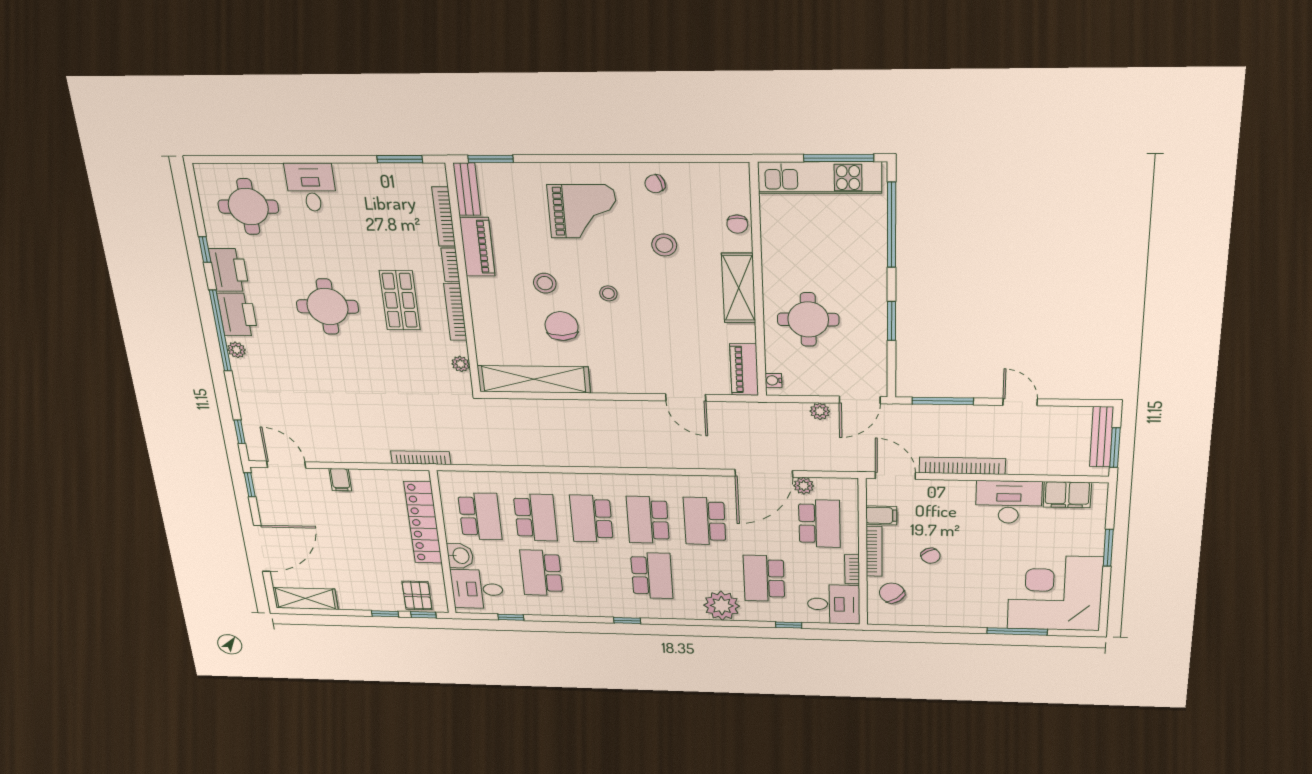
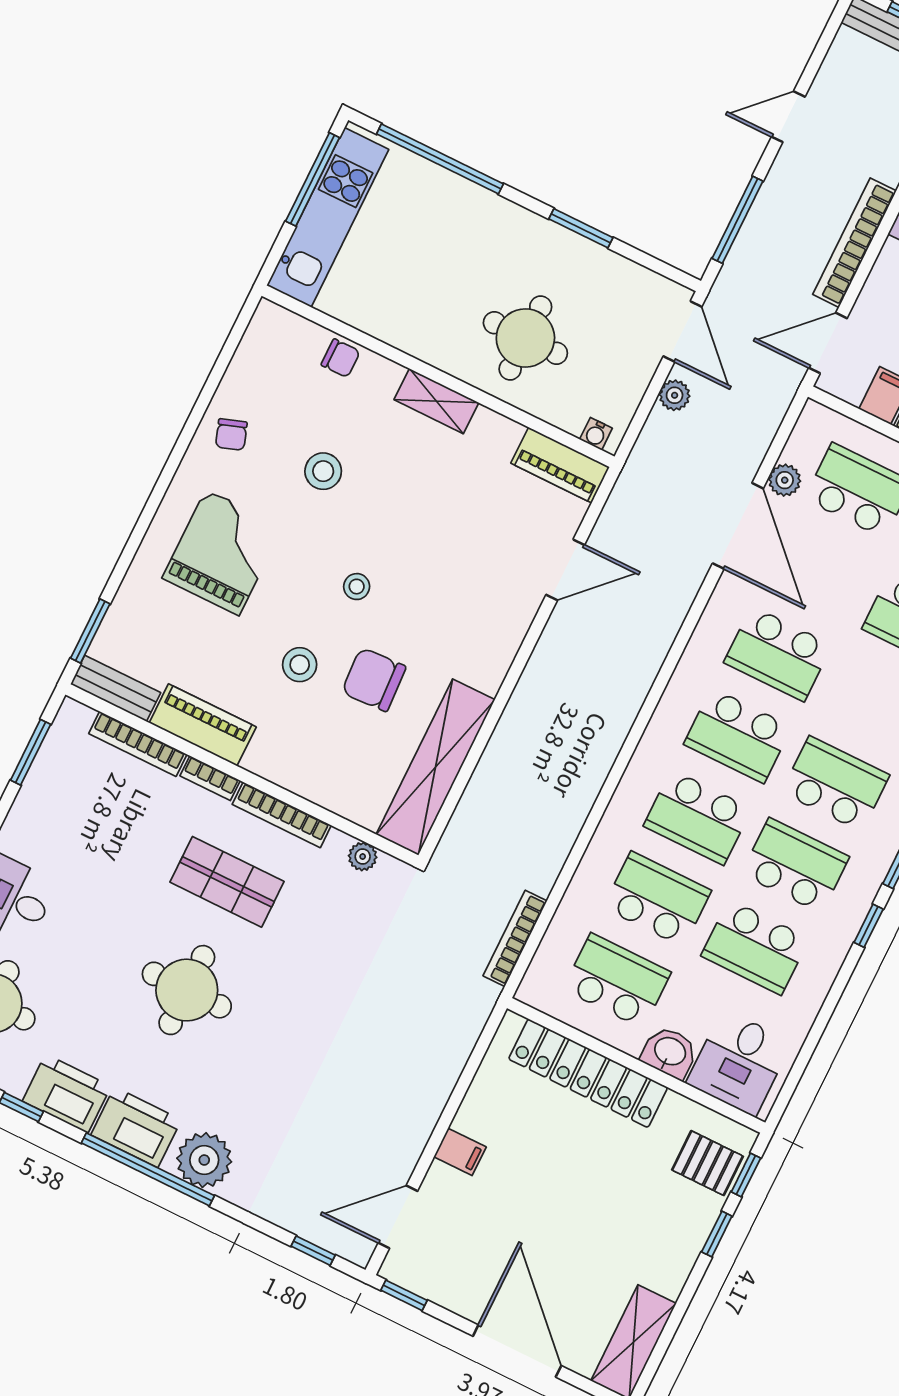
shelving: (739, 288) -> (436, 401), width x0.67, depth x0.75
plant: (236, 350) -> (204, 1160), width x1.87, depth x1.87
bookcase: (421, 458) -> (515, 938), moved
school desk: (596, 574) -> (795, 865), added
window: (511, 617) -> (869, 926), moved

